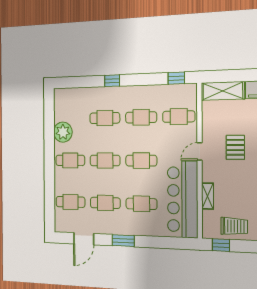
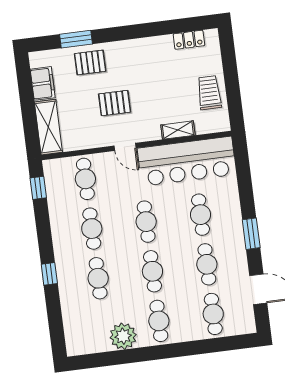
window: (221, 245) -> (235, 106), removed

